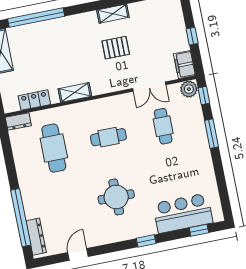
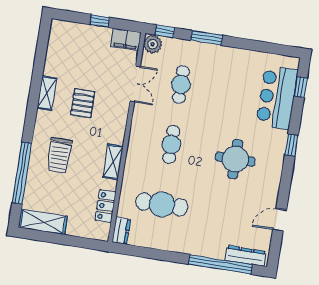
trolley: (63, 44) -> (59, 155), added
cafe table: (163, 126) -> (181, 84), turned 90
door: (78, 254) -> (280, 220), hinge flipped

